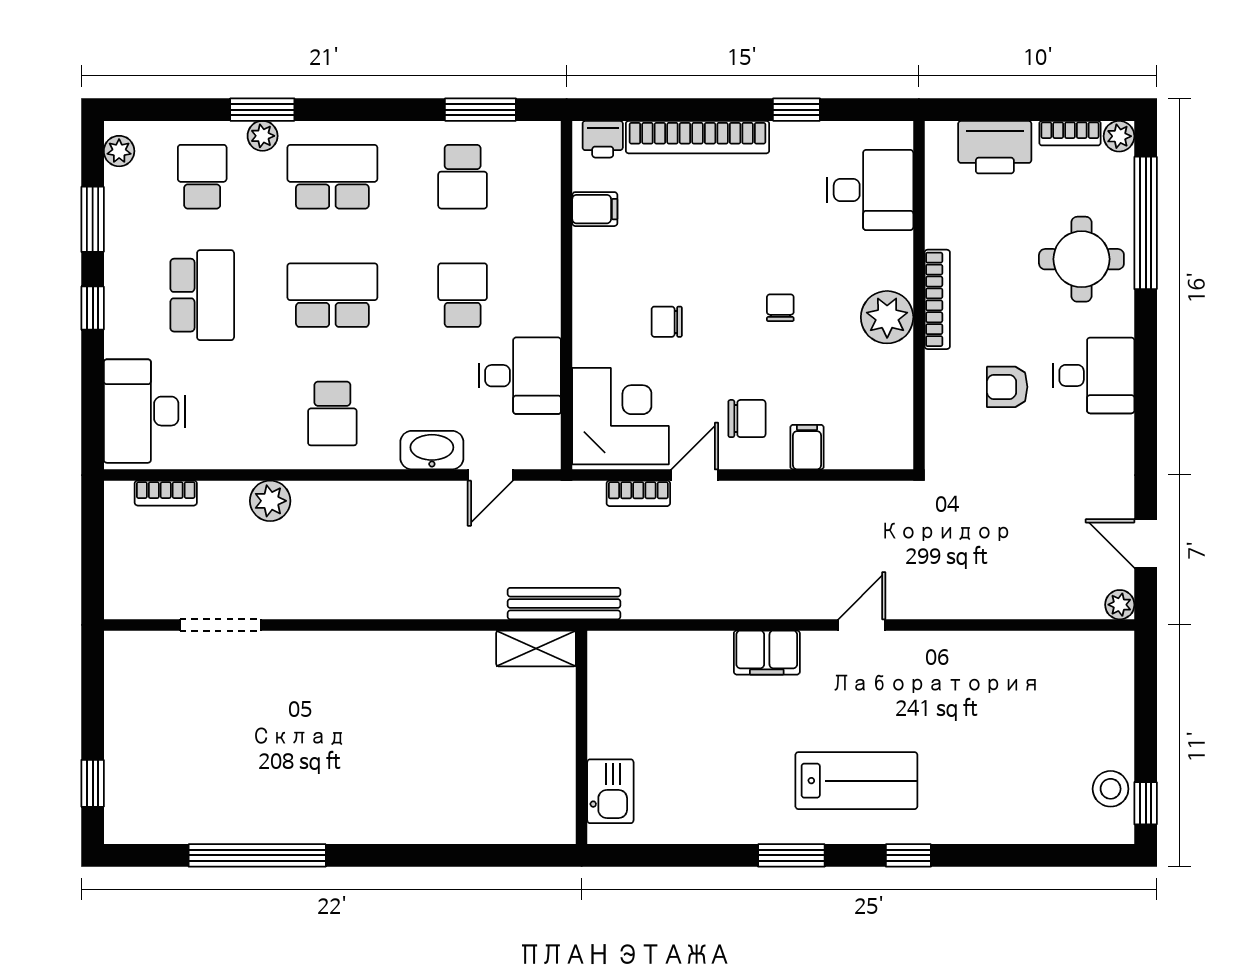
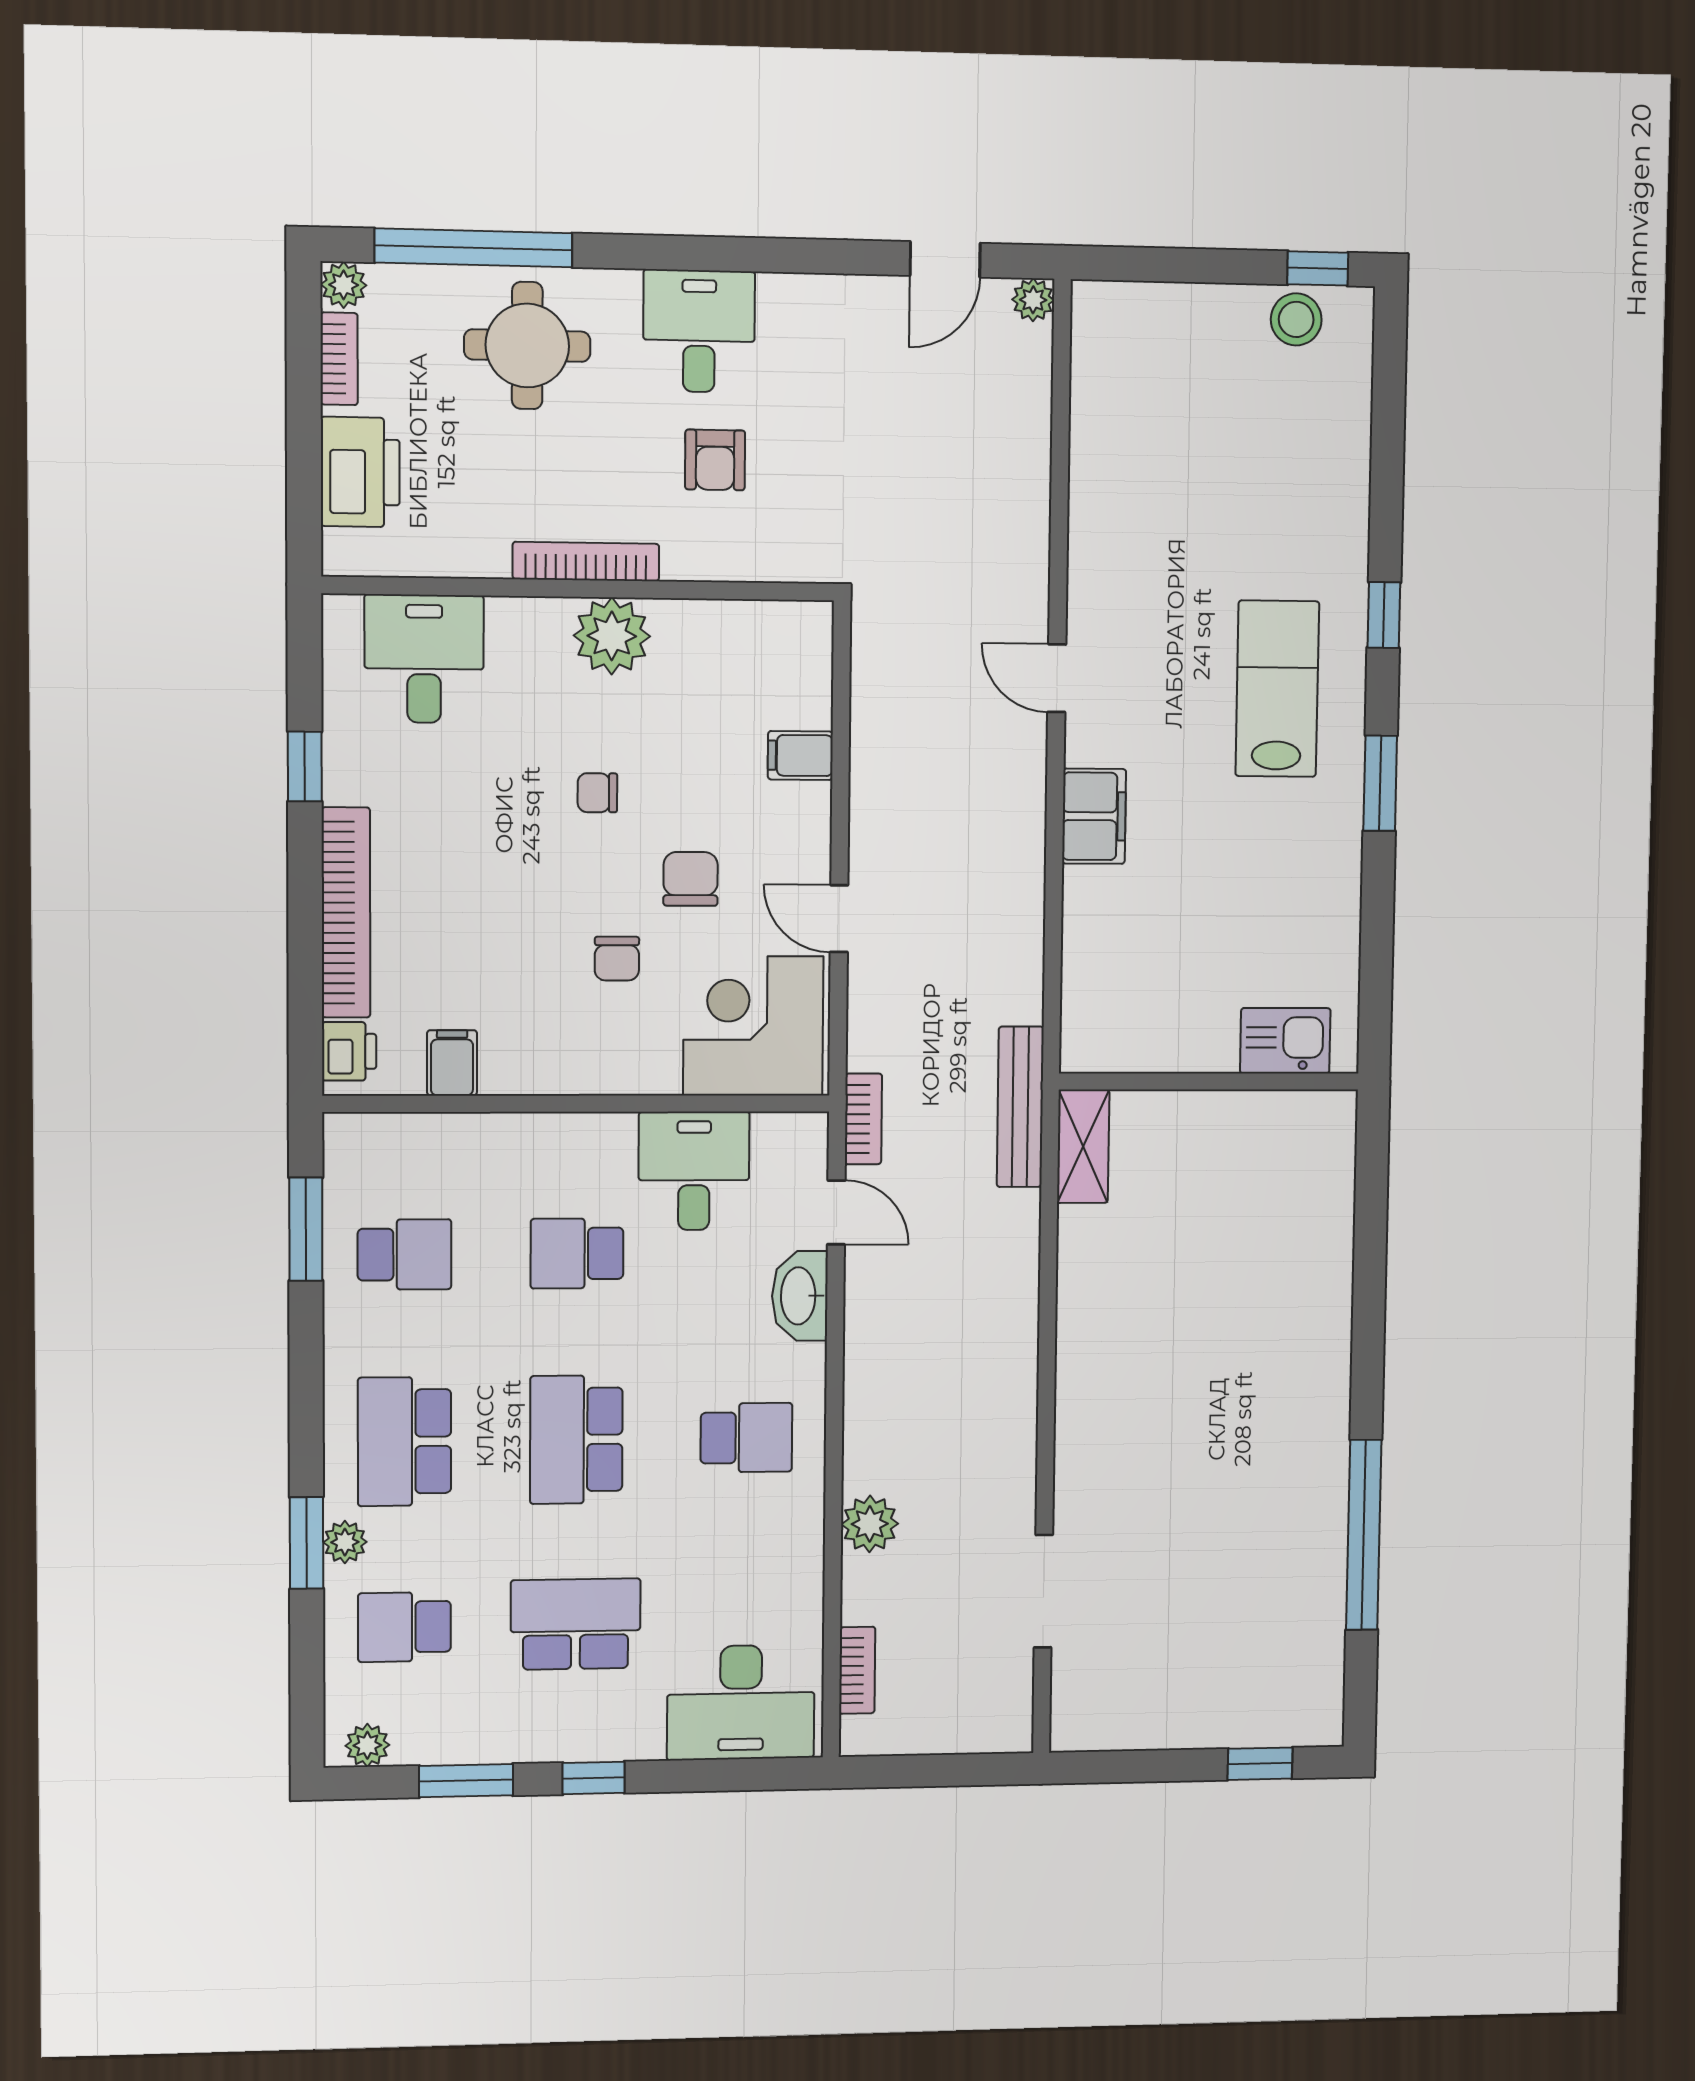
chair: (747, 419) -> (691, 879), moved
bookcase: (638, 493) -> (863, 1119), moved

